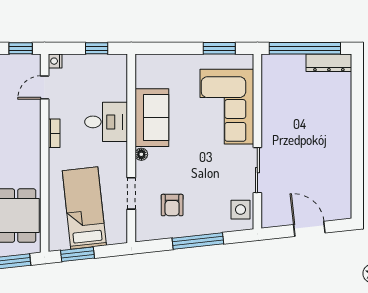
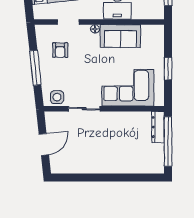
window: (219, 48) -> (168, 69), moved
dresser: (329, 63) -> (158, 127), moved
armchair: (172, 205) -> (60, 50), turned -90

